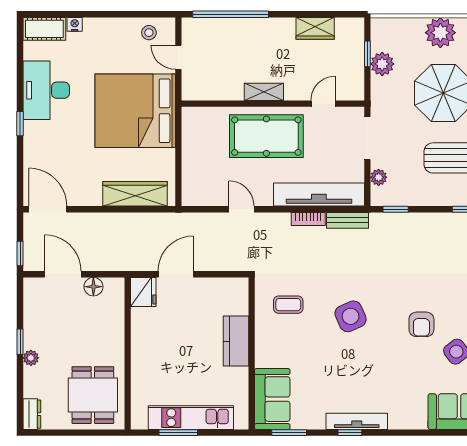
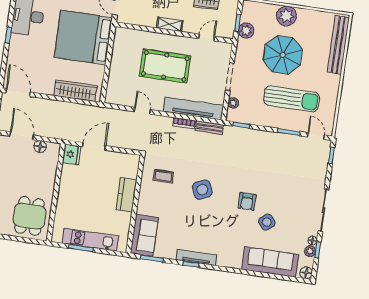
shelving: (264, 92) -> (170, 24), moved
wall: (273, 104) -> (174, 33), moved
door: (323, 104) -> (207, 37), moved

